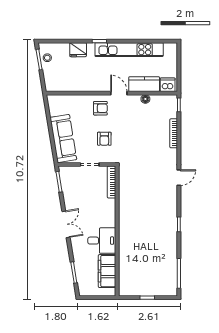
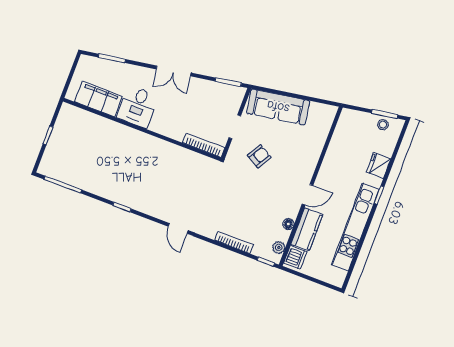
plant: (165, 99) -> (279, 247), added
armchair: (100, 108) -> (298, 166), removed
armchair: (104, 139) -> (259, 156), turned 120

